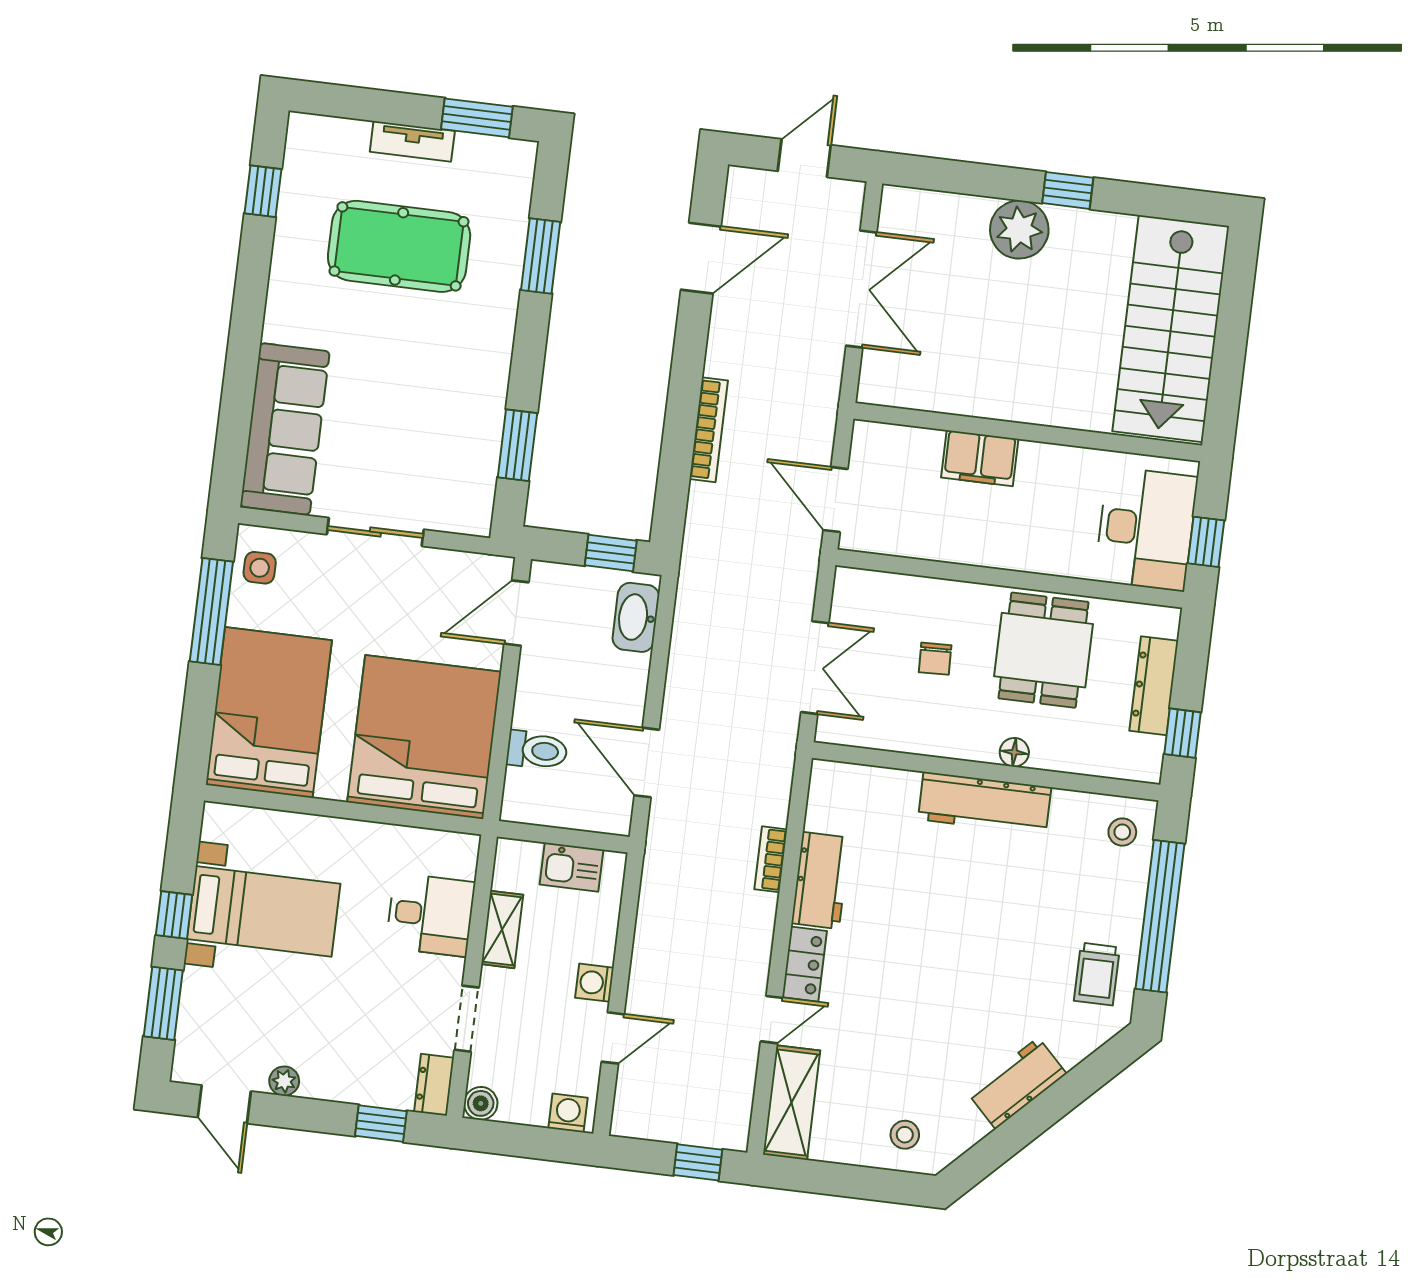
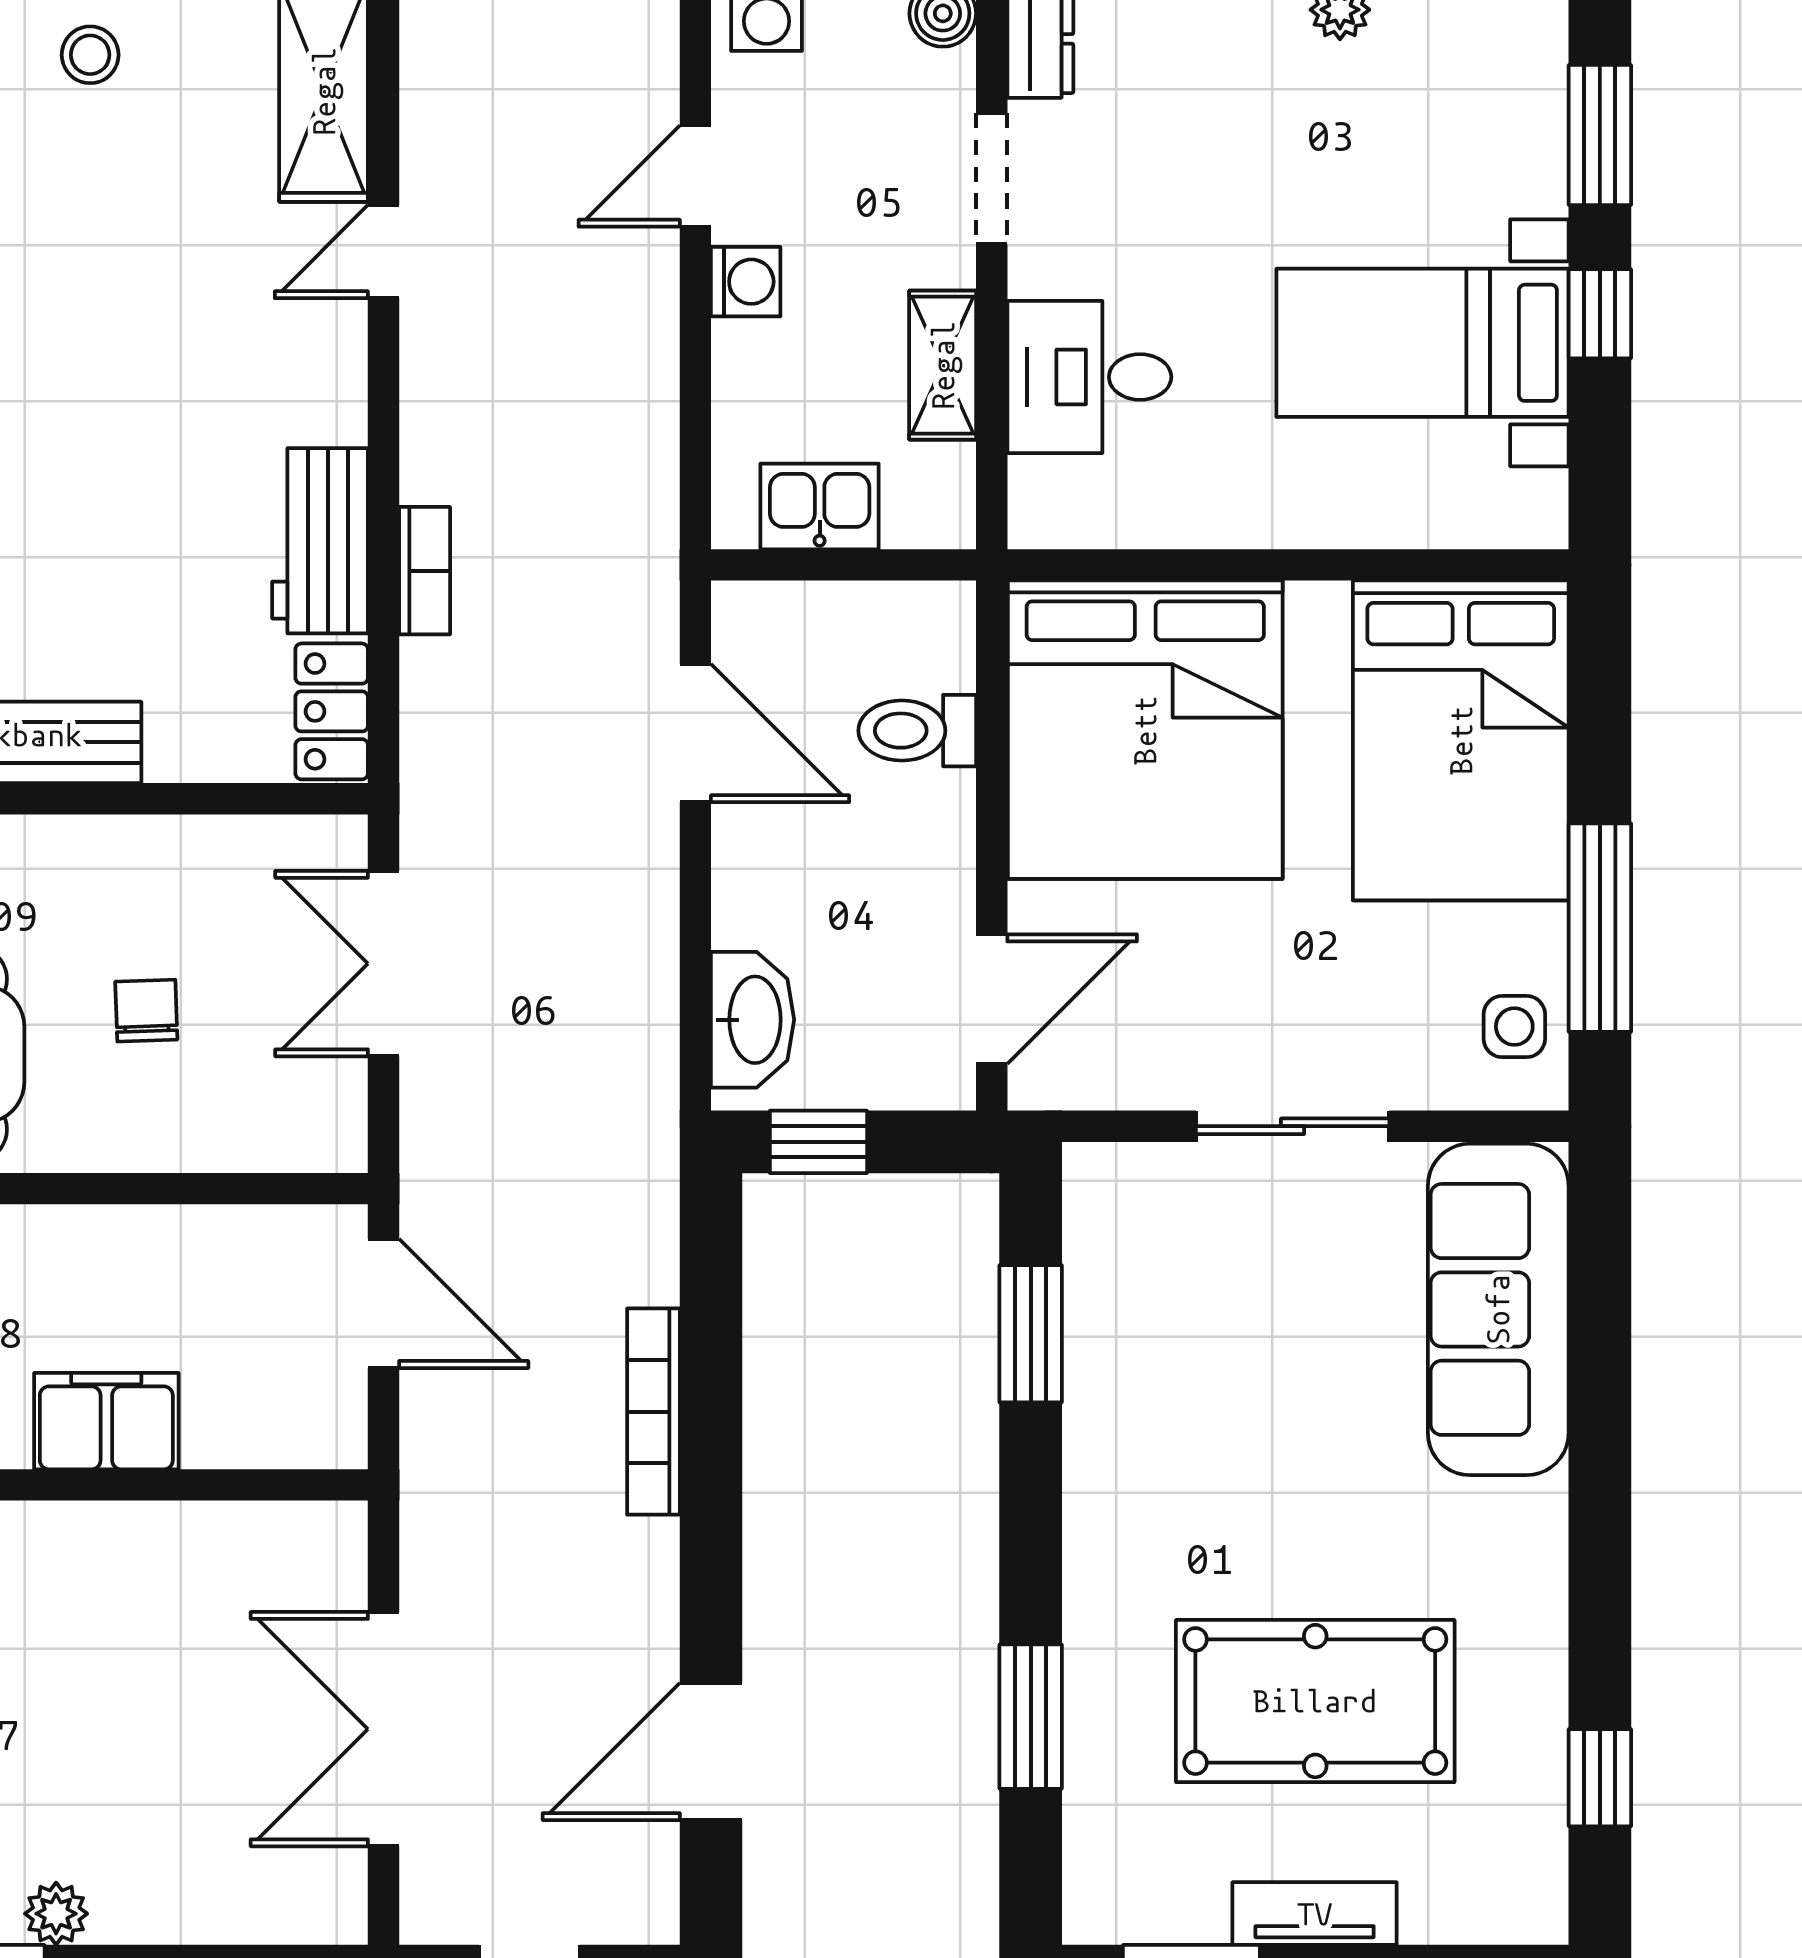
plant: (1019, 230) -> (56, 1914), width x0.53, depth x0.53
locker: (805, 964) -> (332, 711), moved

